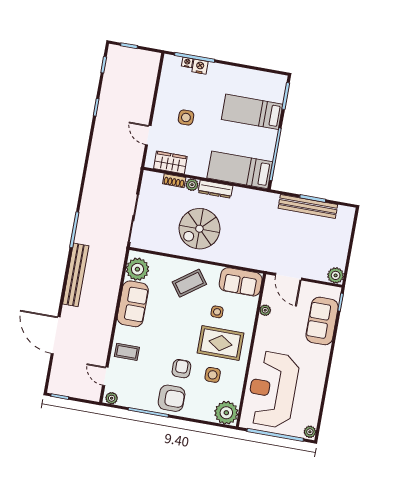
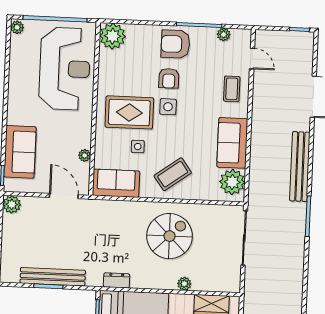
shoe rack: (174, 181) -> (205, 286), removed
dresser: (215, 189) -> (117, 280), moved, width x0.70
coffee table: (127, 352) -> (232, 89), turned 90
side table: (213, 375) -> (168, 107), moved
plant: (112, 398) -> (224, 34), moved

